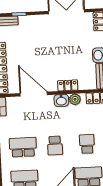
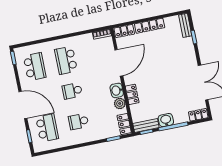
school desk: (87, 144) -> (78, 122), turned 180
school desk: (23, 147) -> (66, 60), turned 180

